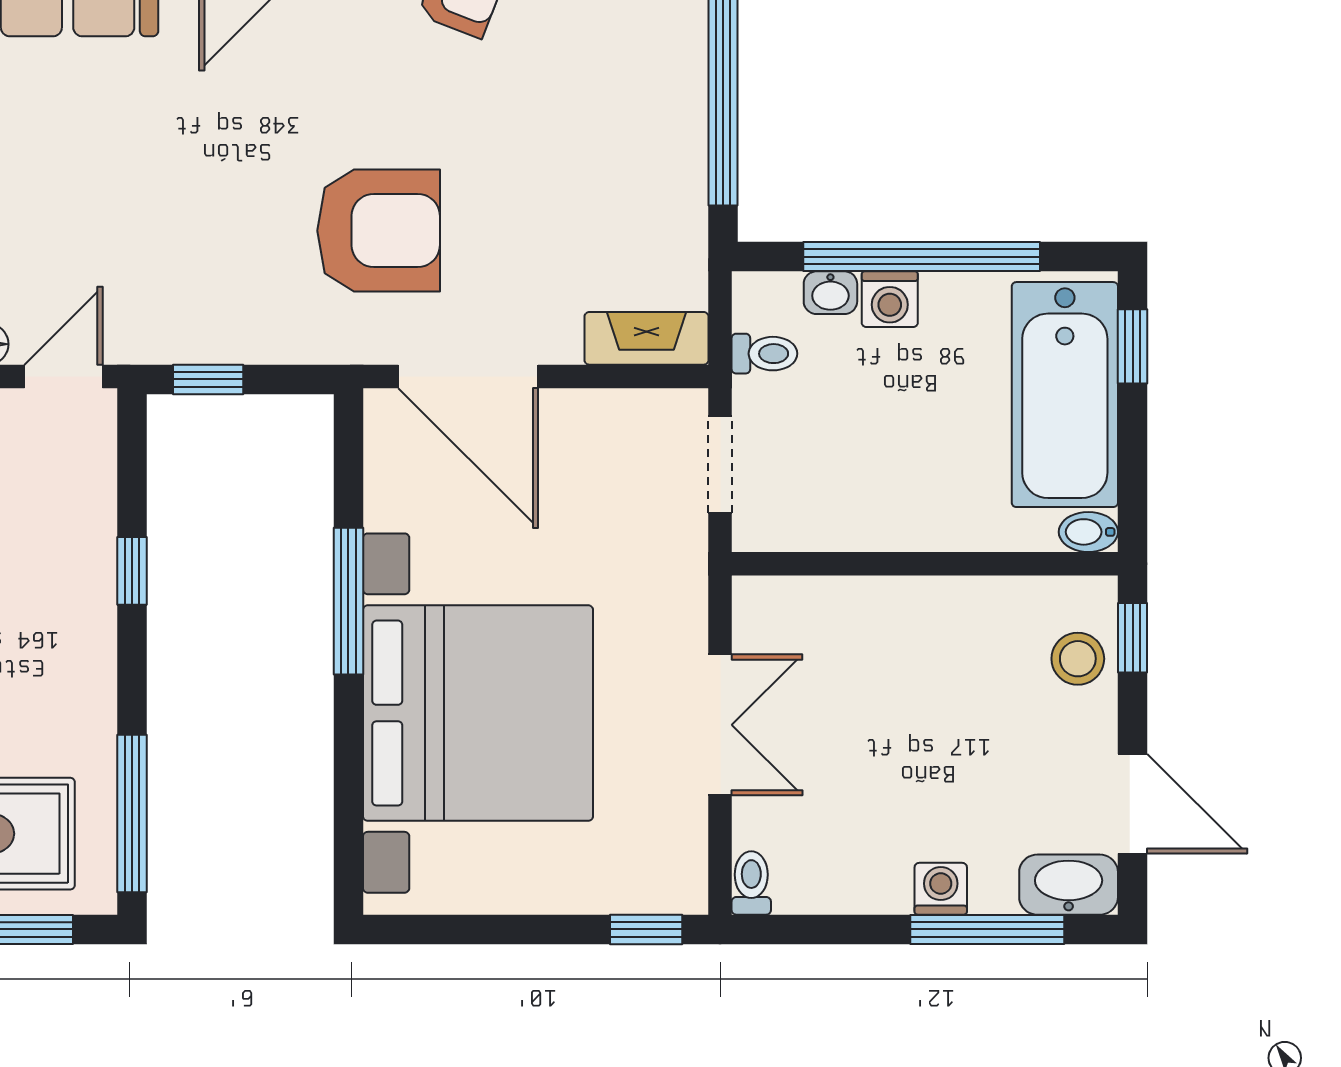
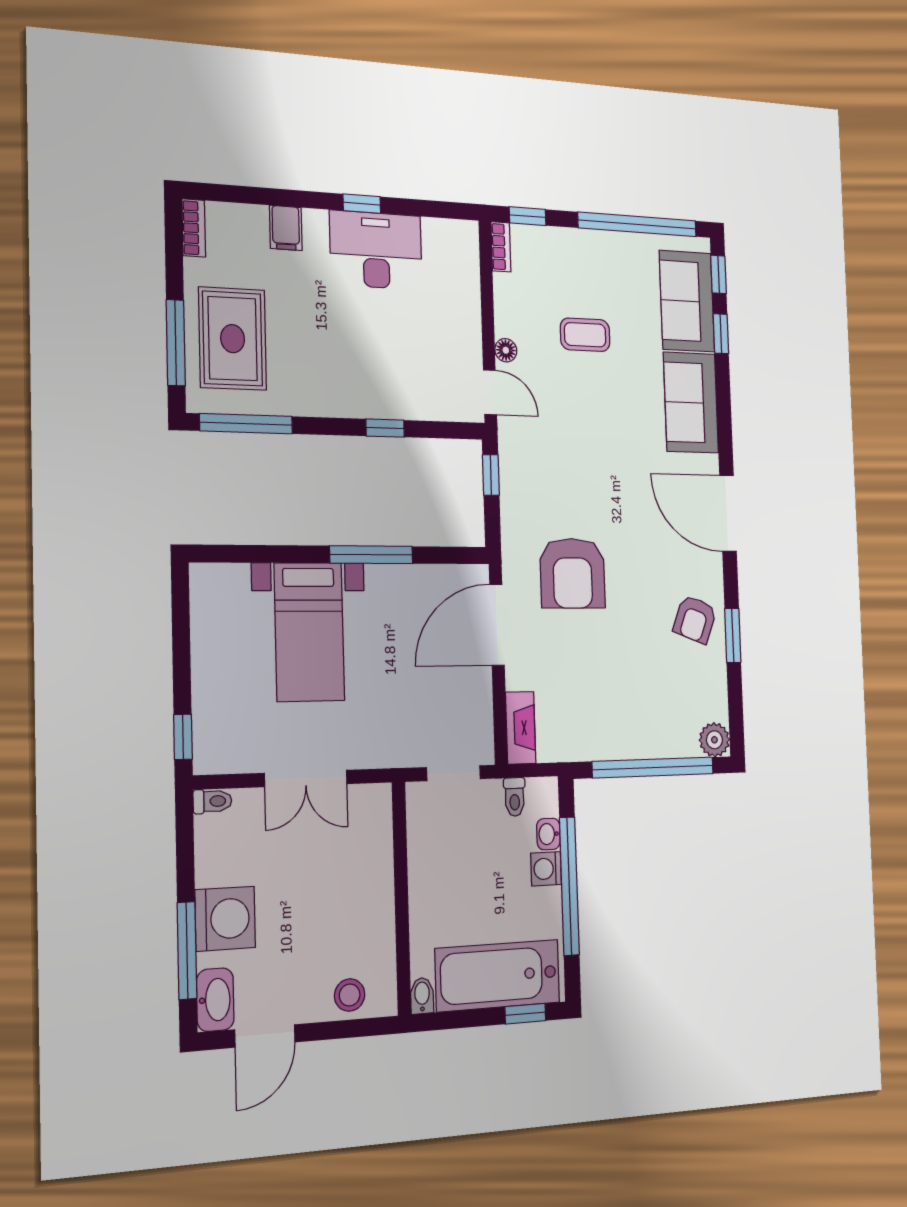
window: (1133, 638) -> (363, 1028), removed
bed with nightstands: (478, 713) -> (309, 632), width x0.54
washing machine: (941, 889) -> (225, 919), width x1.89, depth x1.89

